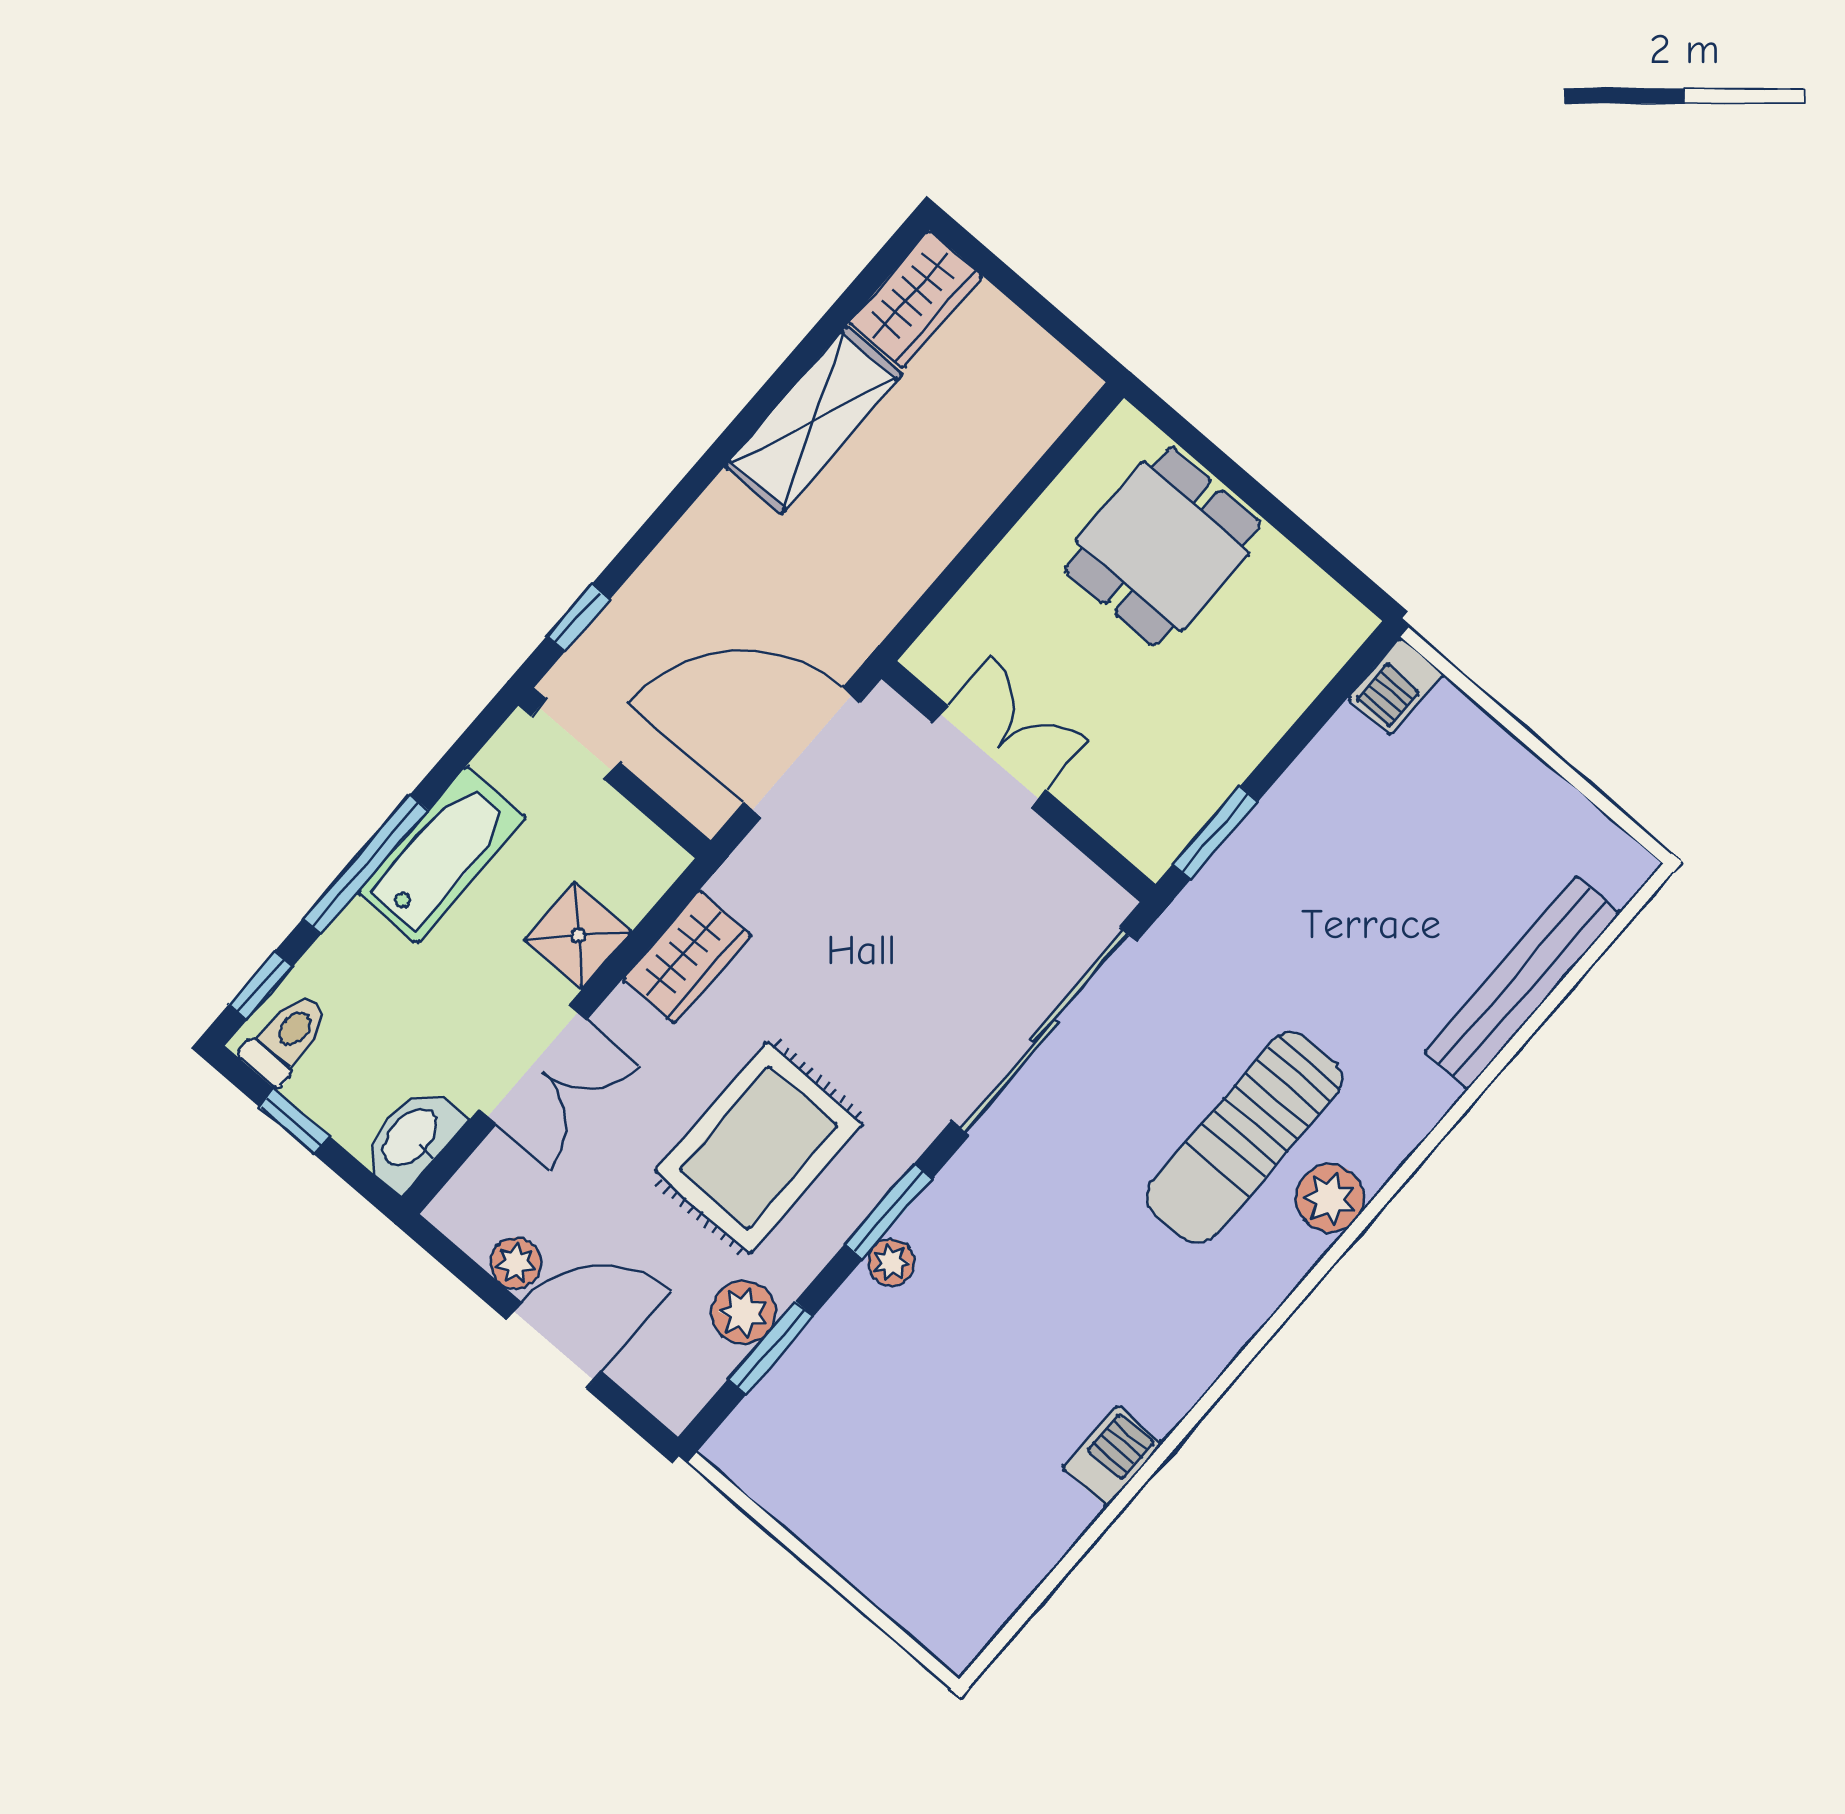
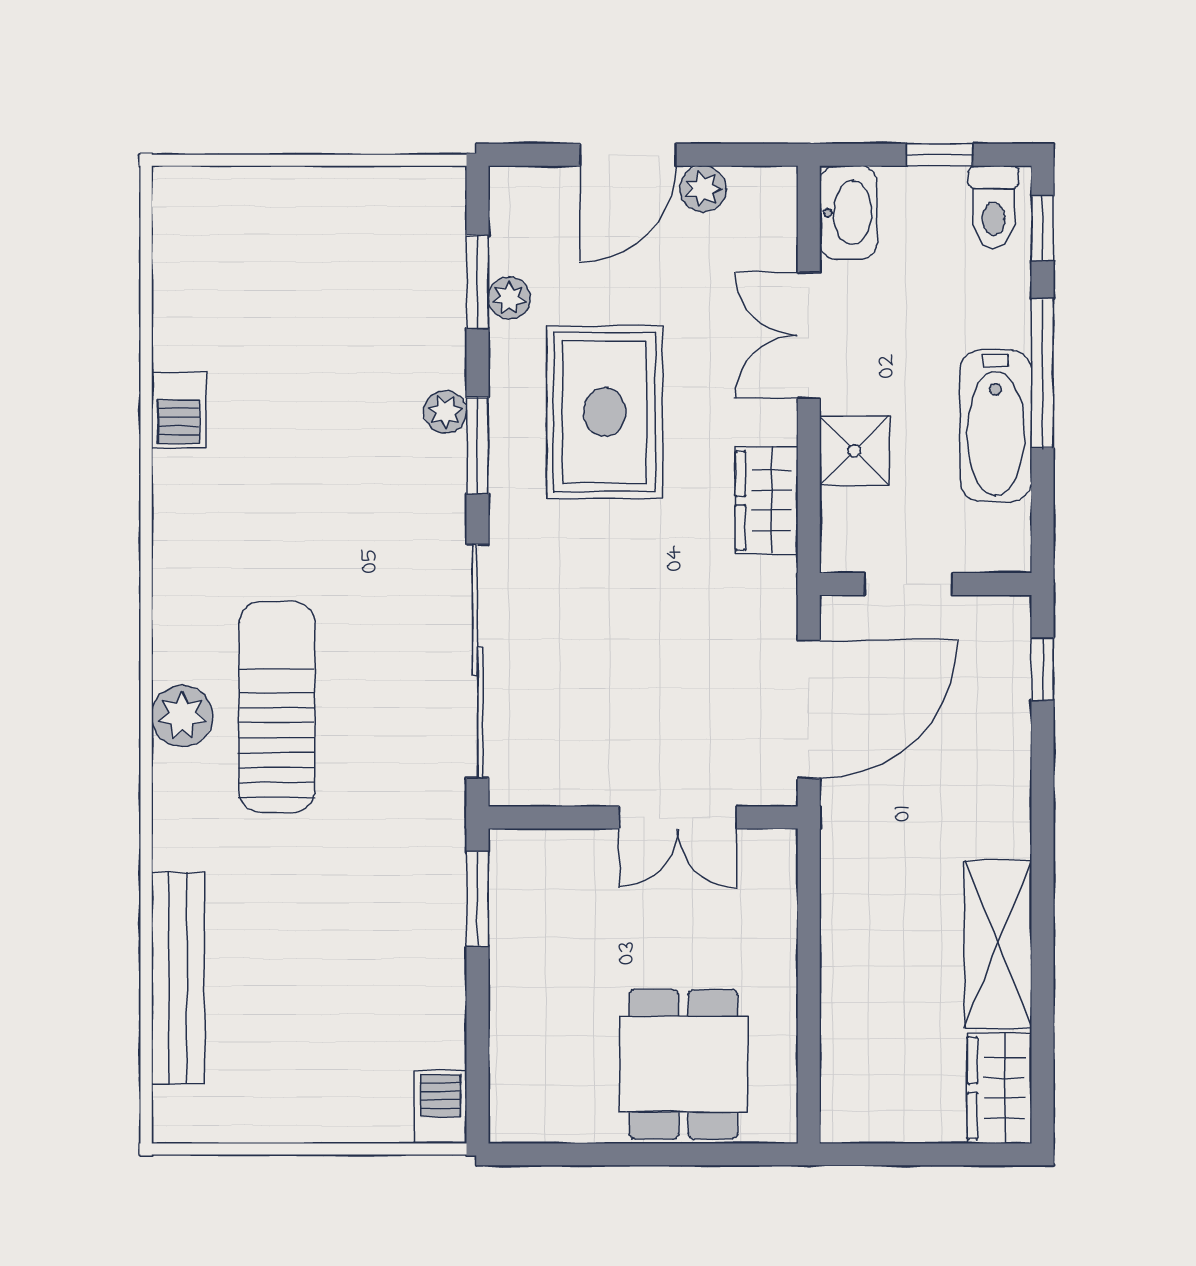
doorway: (576, 739) -> (908, 584), moved
plant: (744, 1312) -> (509, 298), width x0.73, depth x0.73

